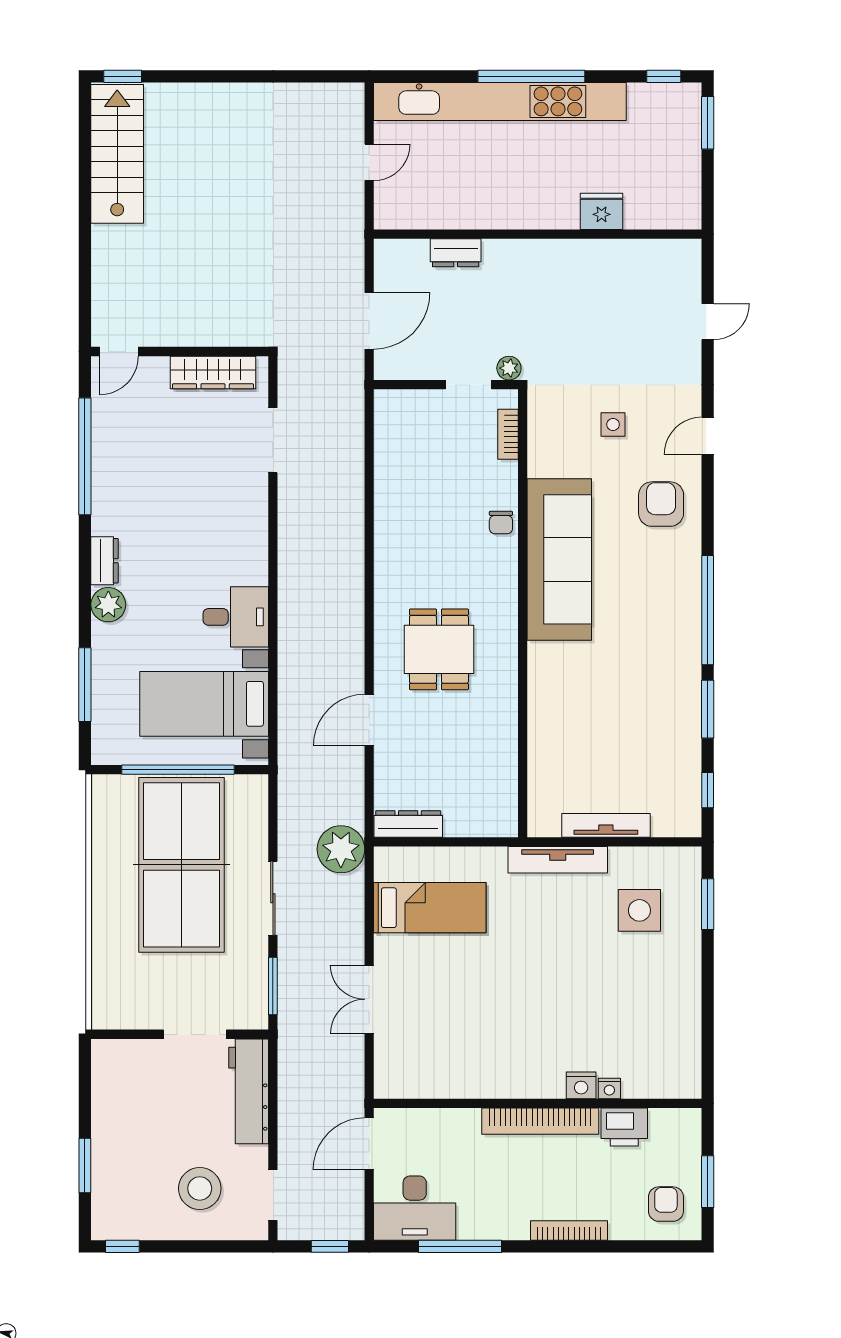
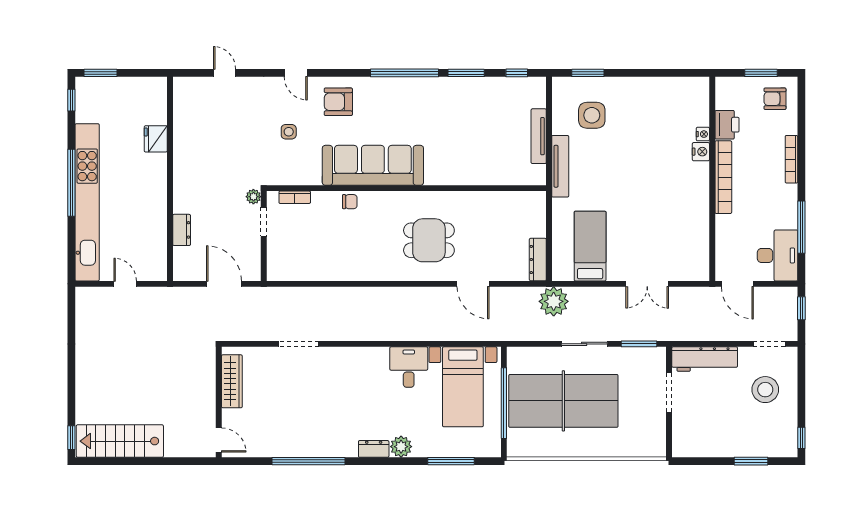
door: (119, 352) -> (219, 440), moved
wall: (180, 352) -> (219, 402), moved
wardrobe: (213, 373) -> (232, 381), moved

